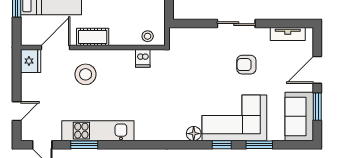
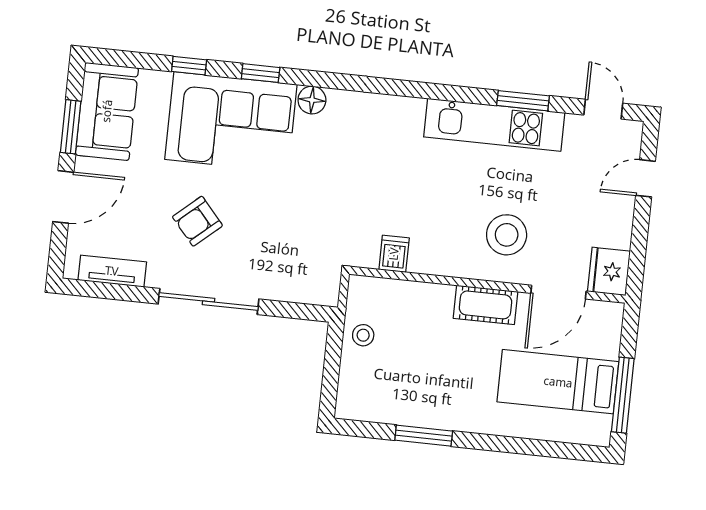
sliding door: (236, 24) -> (209, 301), width x1.37
stool: (148, 36) -> (363, 335), moved
armchair: (246, 65) -> (197, 221), turned 139
window: (259, 145) -> (189, 66), width x0.67

